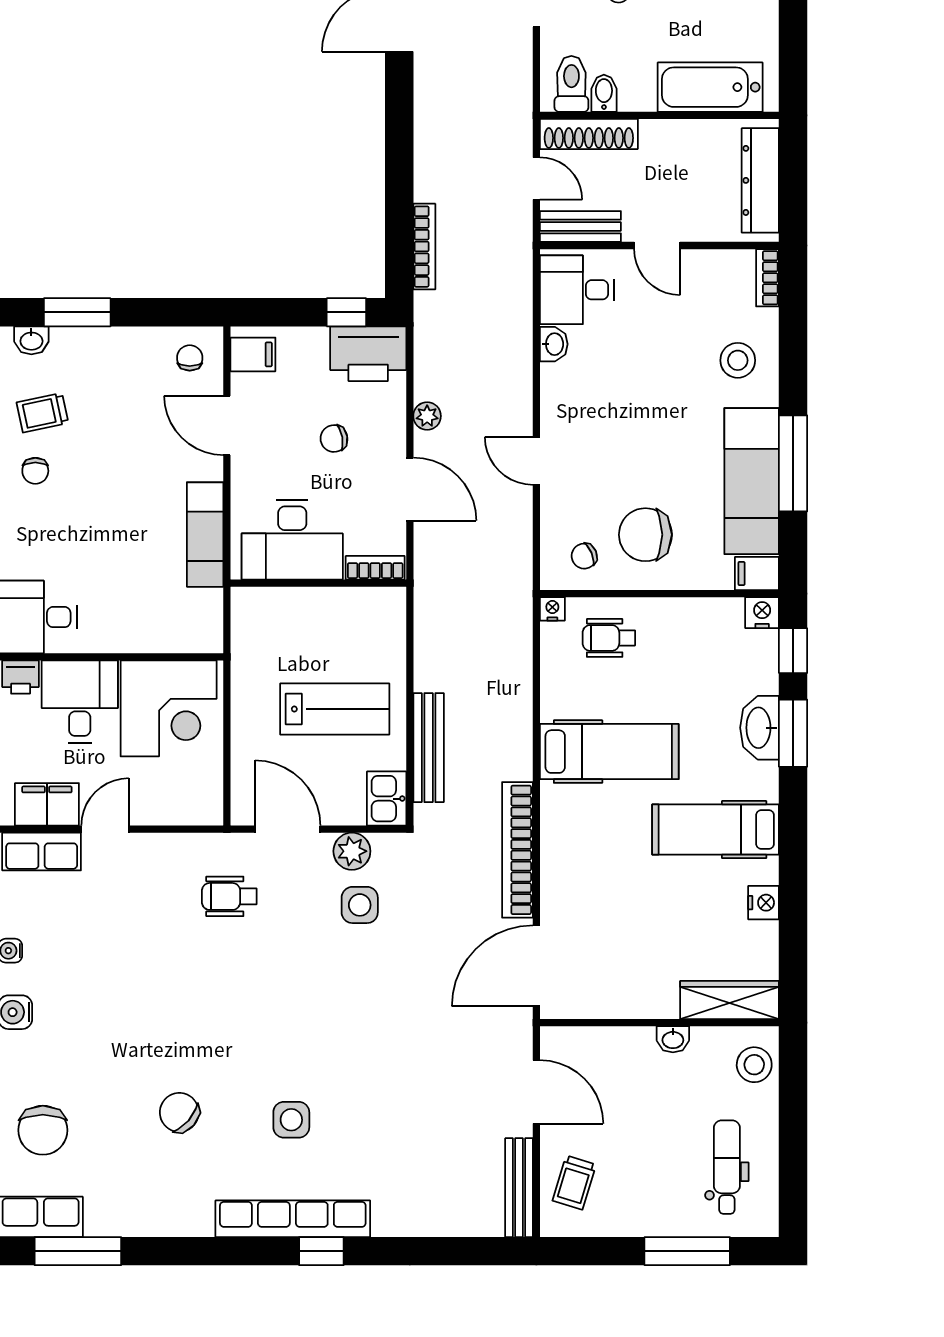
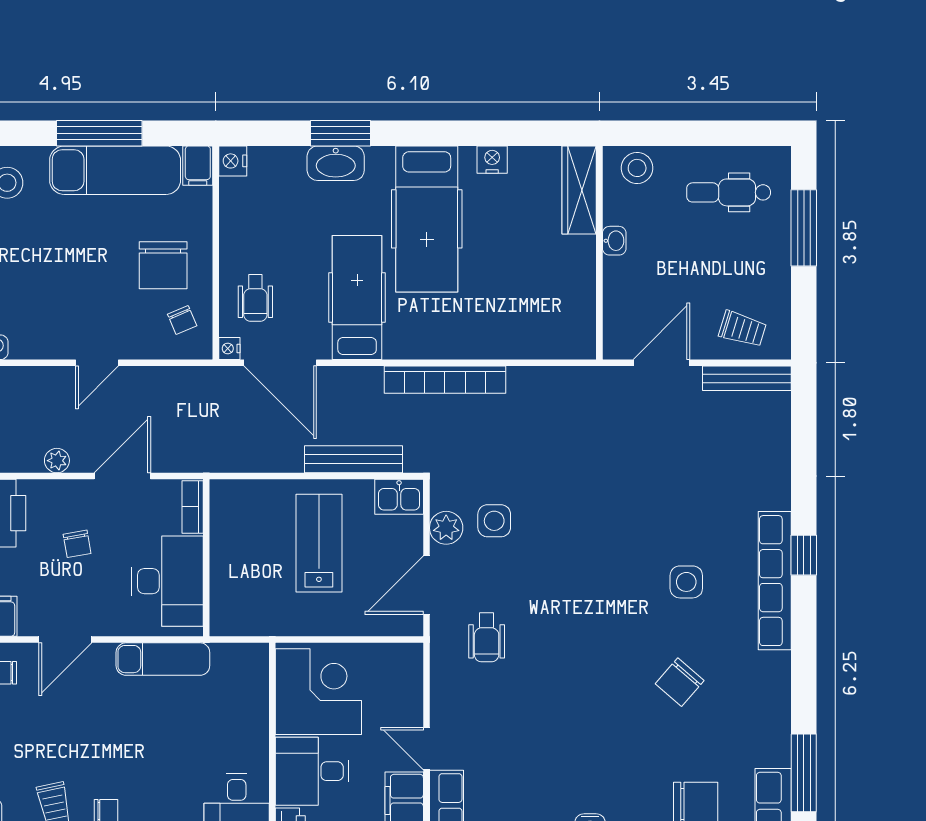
window: (793, 651) -> (267, 133), removed
hospital bed: (716, 830) -> (427, 219), width x1.37, depth x1.29
door: (536, 966) -> (280, 363), moved

